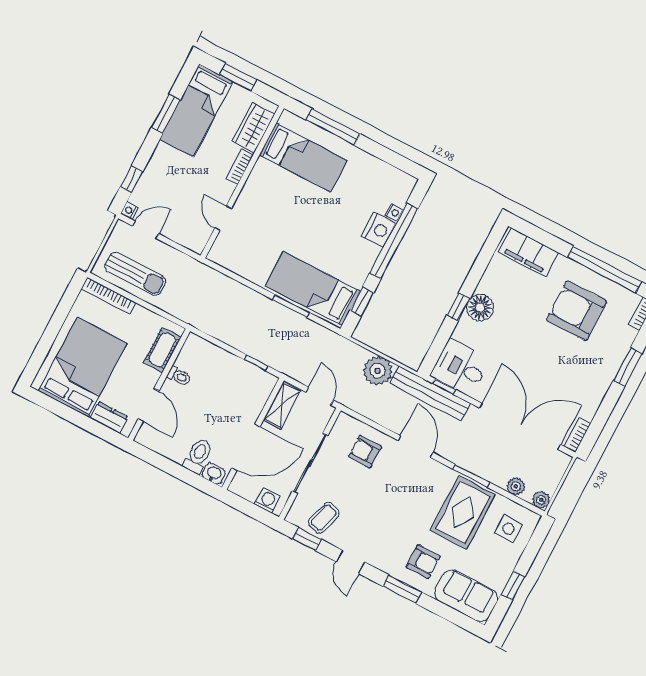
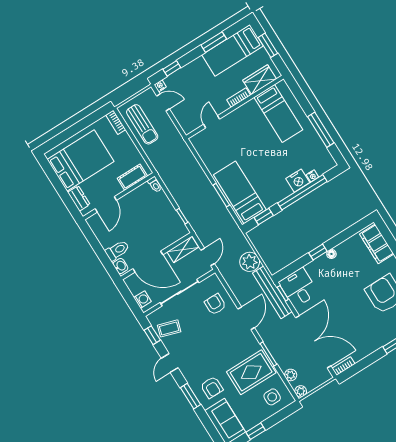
window: (333, 127) -> (321, 130), moved
bookcase: (108, 296) -> (116, 122), width x0.64
floor lamp: (480, 307) -> (331, 254), width x0.53, depth x0.53
toilet: (179, 376) -> (155, 185), moved

